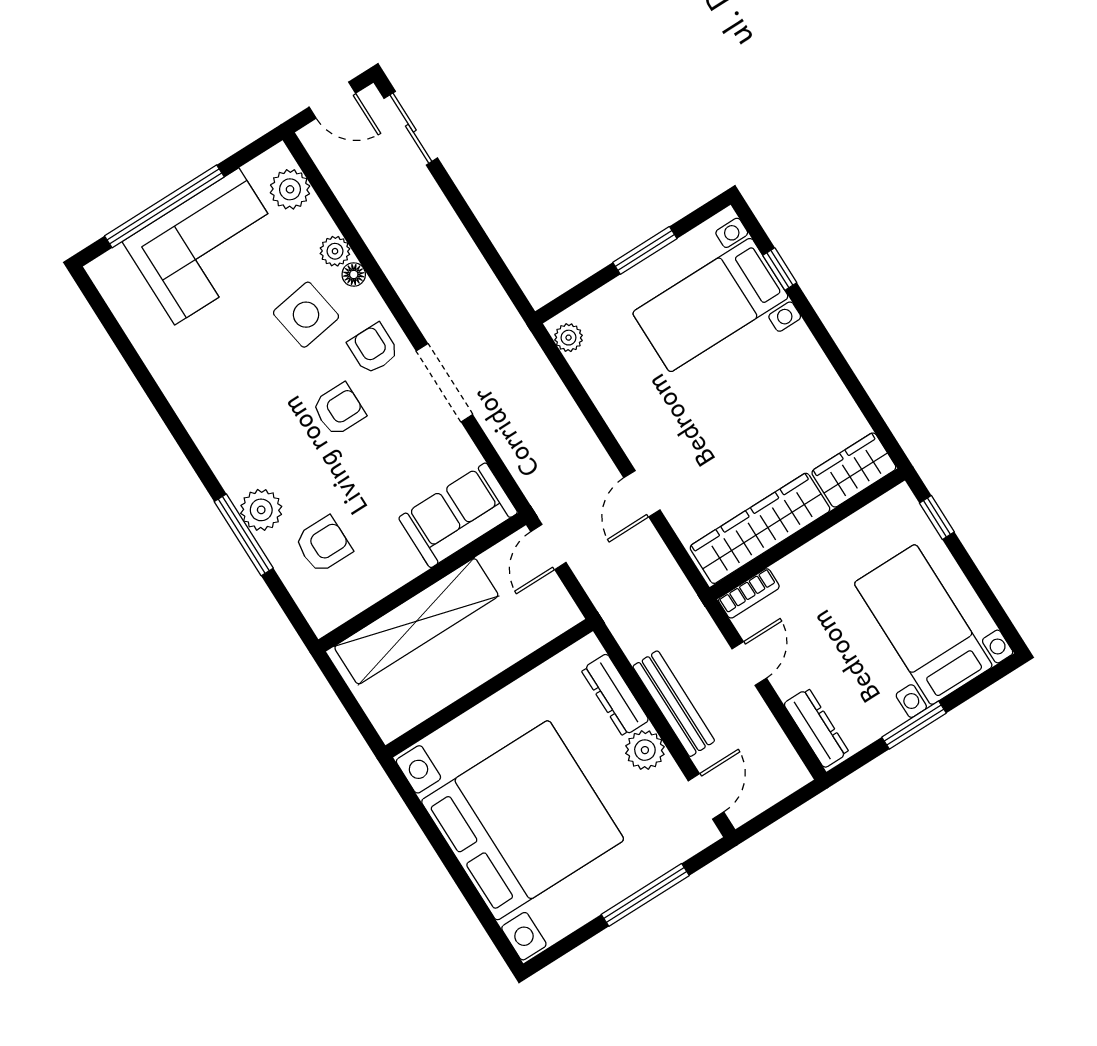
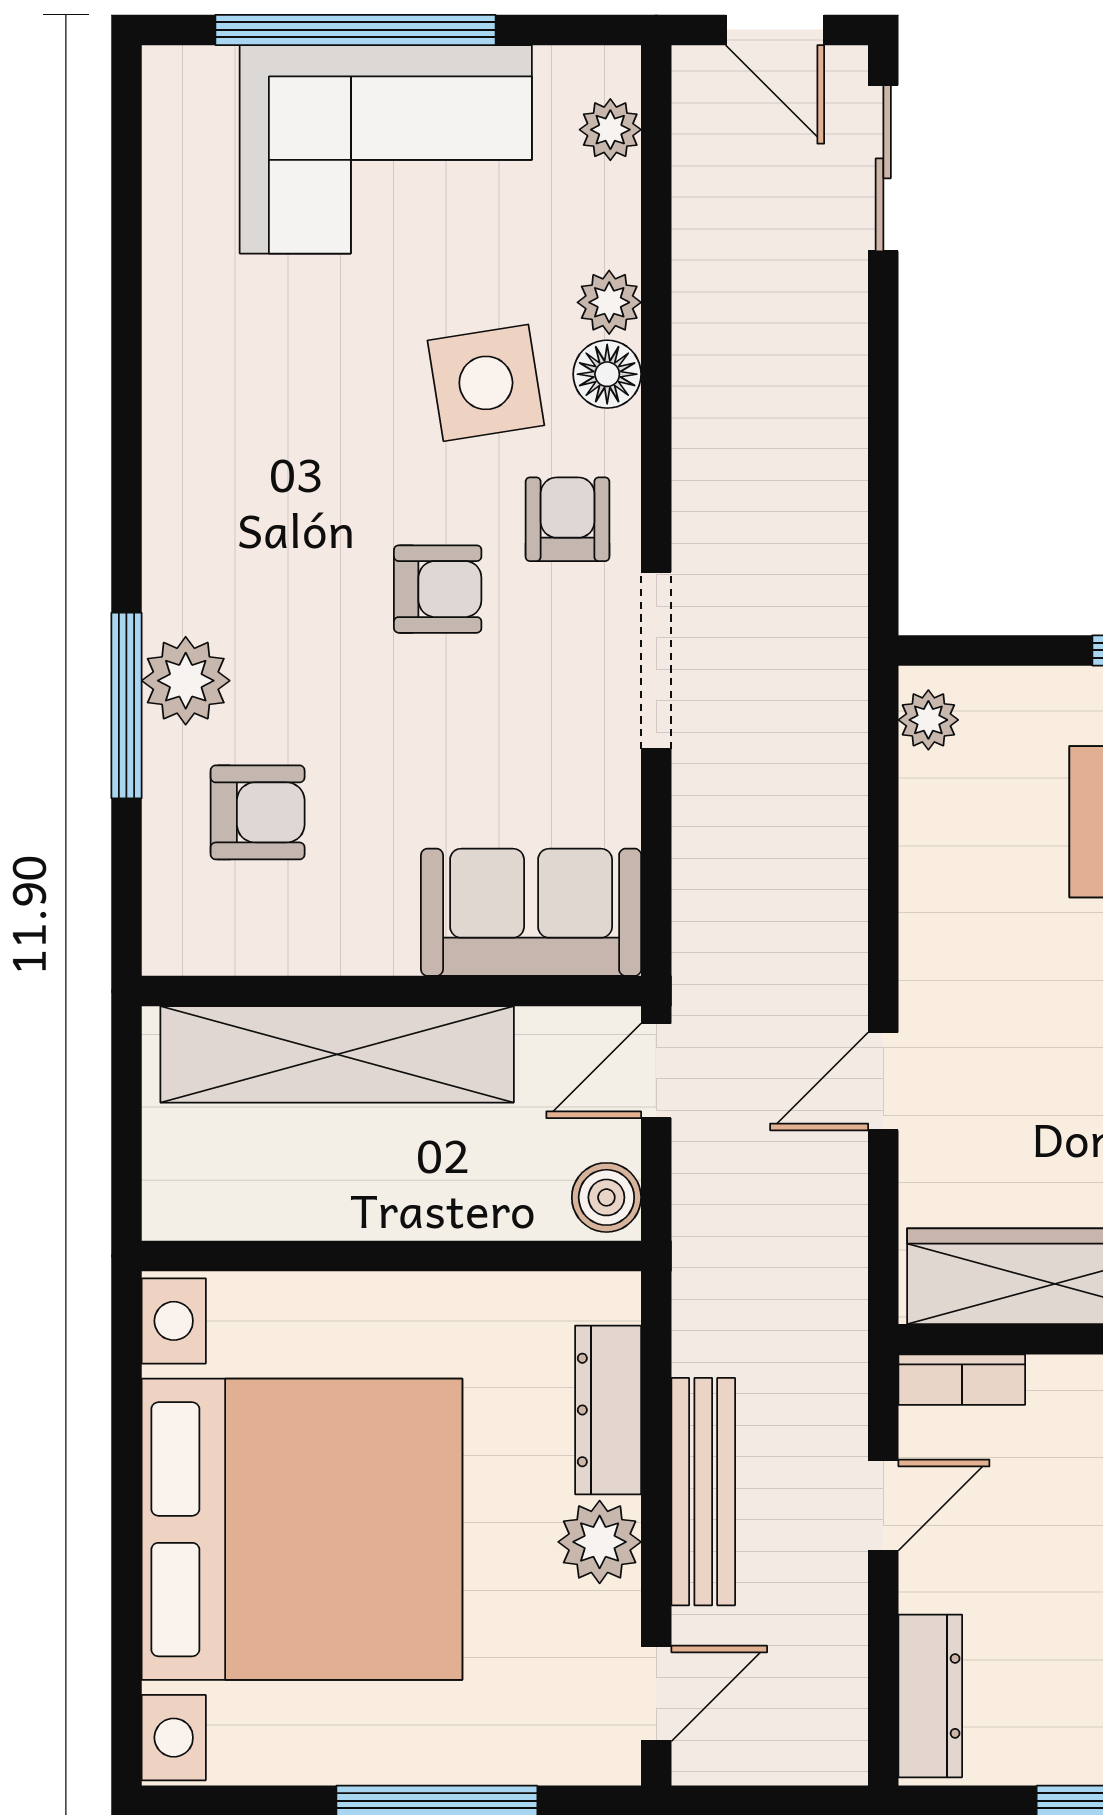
plant: (290, 189) -> (610, 130), width x0.73, depth x0.73
floor lamp: (354, 274) -> (607, 374), width x1.37, depth x1.37
boiler: (560, 610) -> (606, 1197), added

